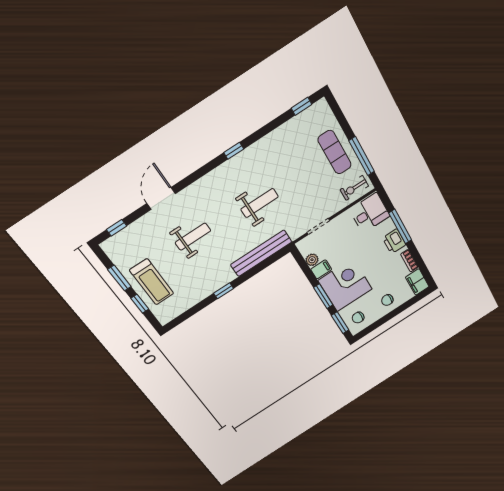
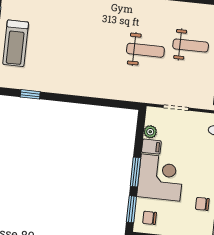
weight bench: (193, 237) -> (191, 46), moved
bench: (261, 253) -> (115, 92), removed
window: (224, 291) -> (30, 94), moved
chair: (387, 300) -> (202, 204), moved

